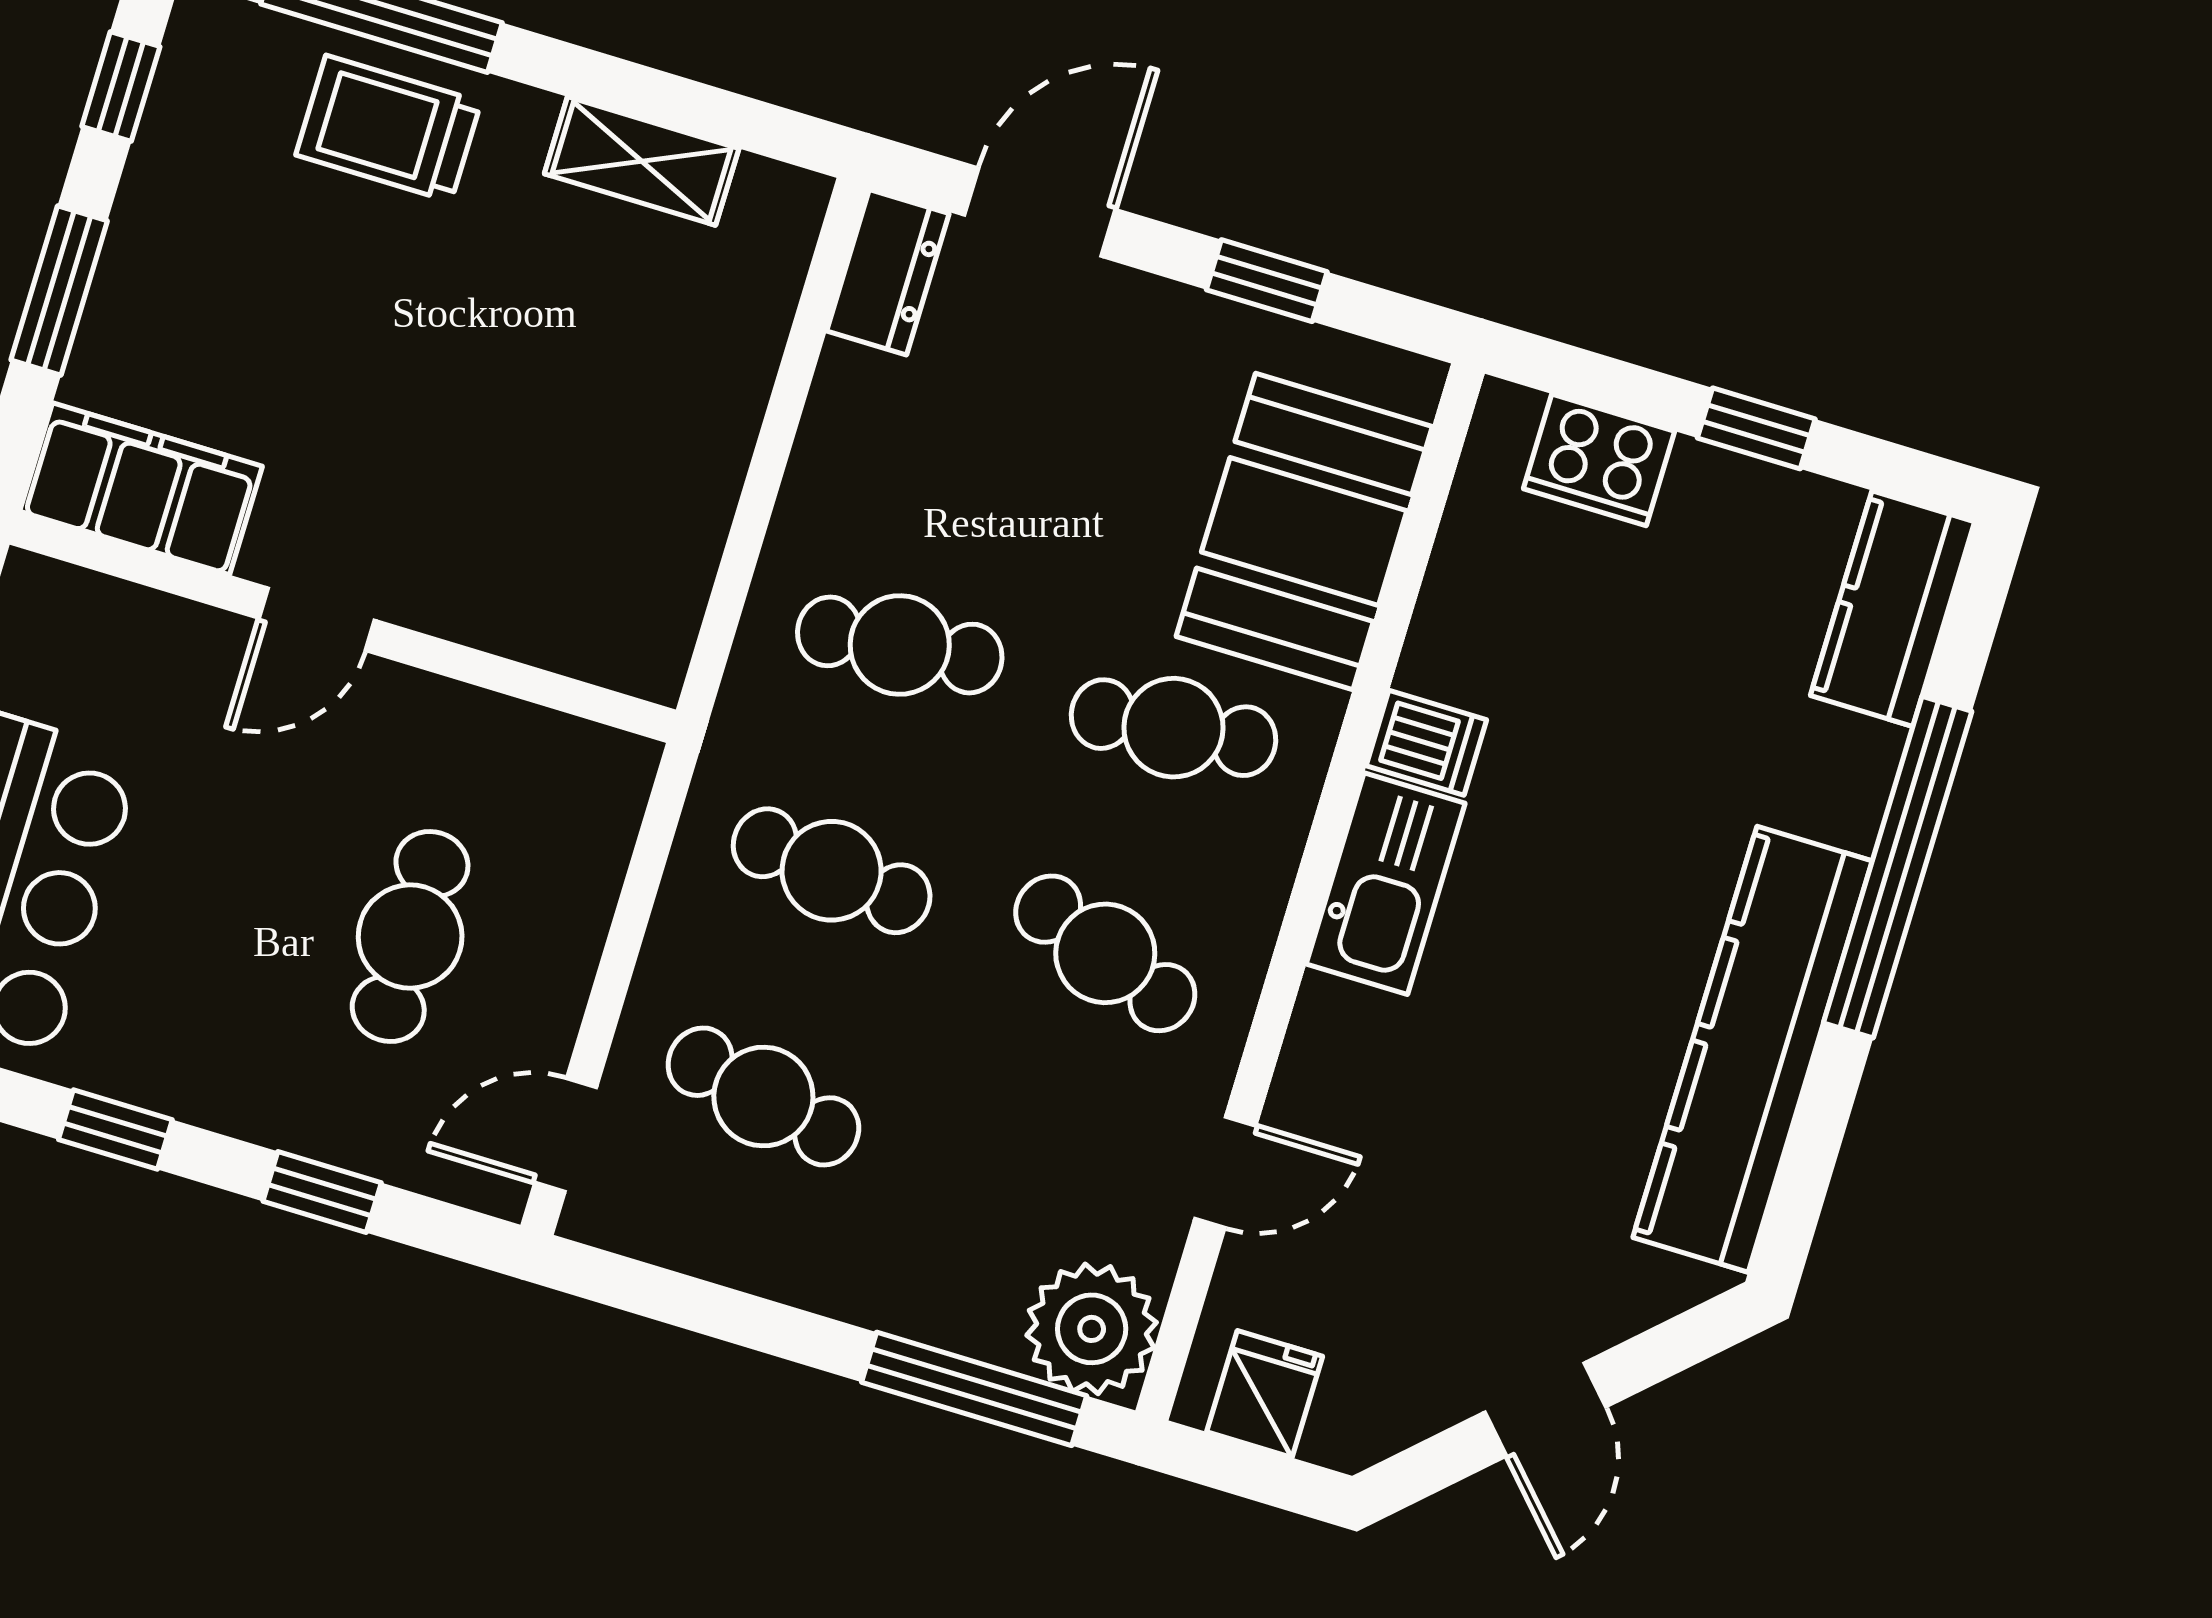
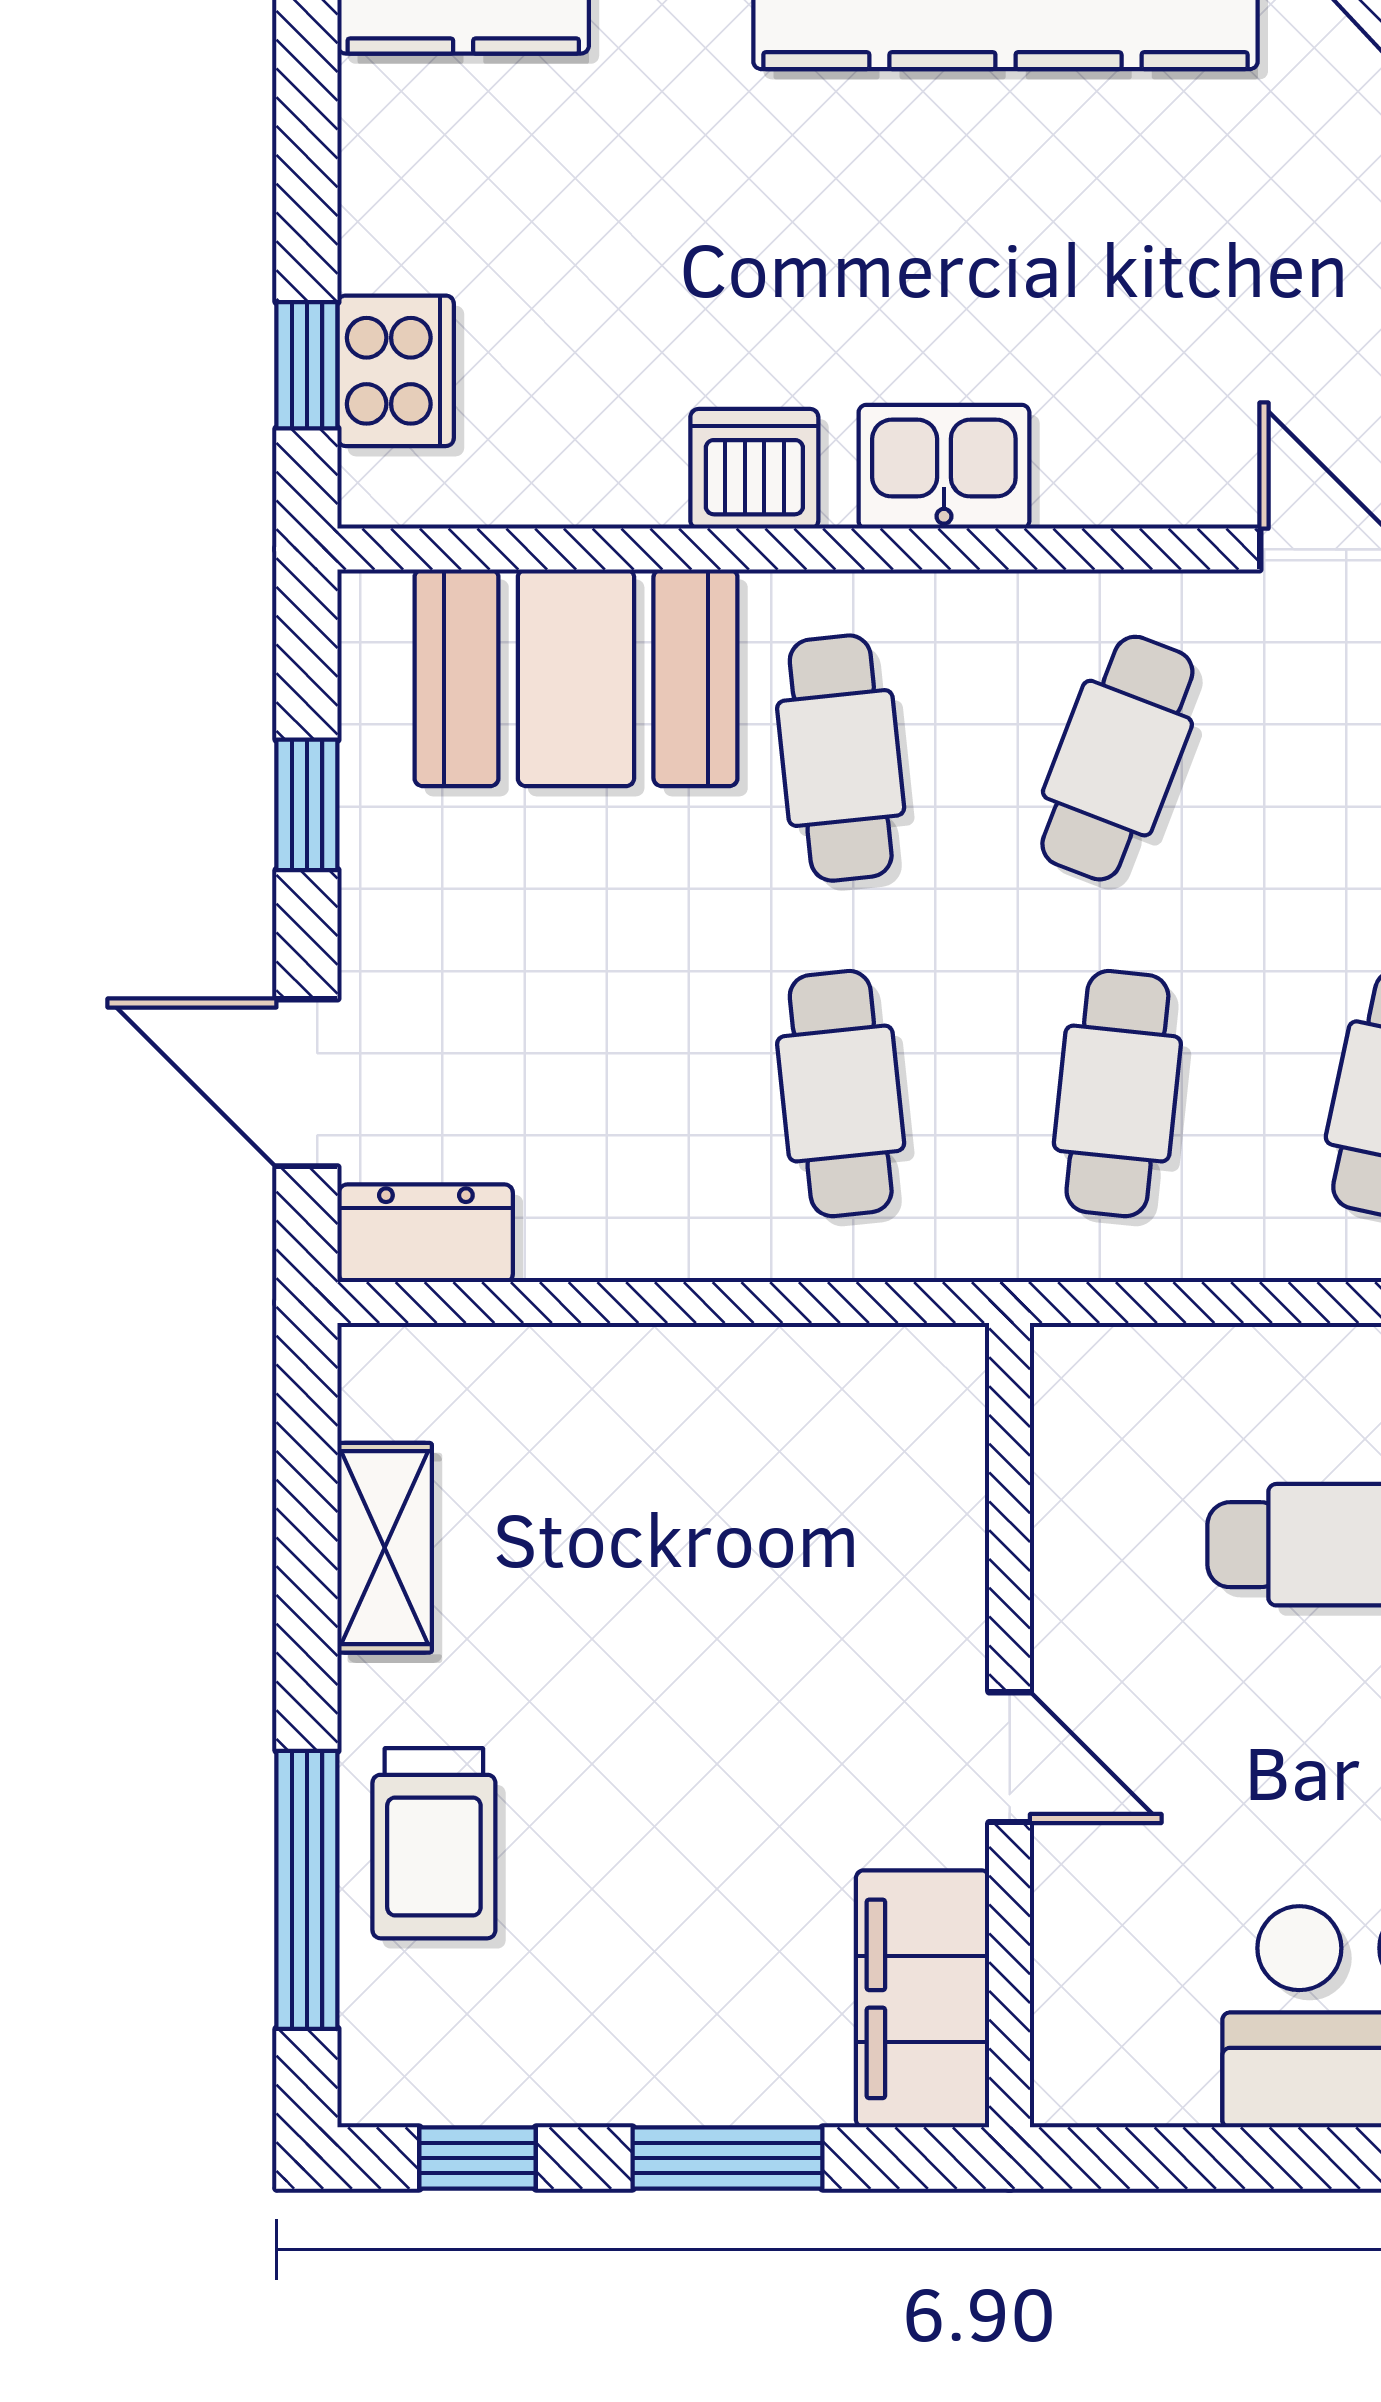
window: (1756, 428) -> (307, 365), moved
dishwasher: (1426, 743) -> (754, 469), width x1.38
kitchen sink: (1386, 884) -> (944, 467), width x0.73

